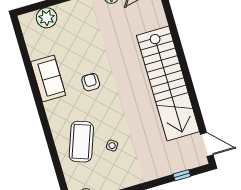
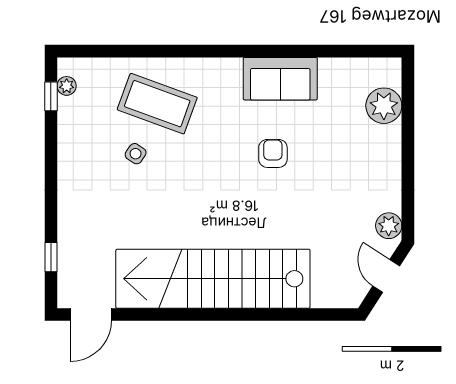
armchair: (91, 82) -> (273, 153), moved, turned -90

